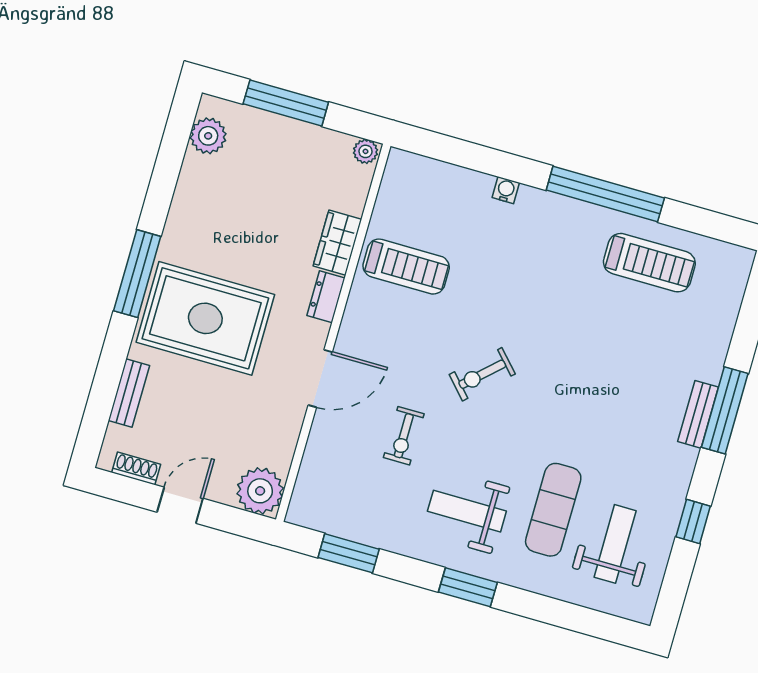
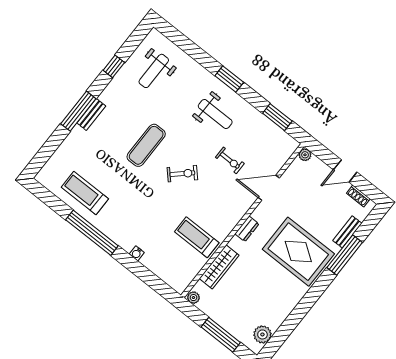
wardrobe: (337, 243) -> (219, 267), width x1.50
window: (137, 274) -> (345, 255), moved
dresser: (326, 297) -> (247, 229), moved
door: (320, 379) -> (269, 188), moved
exercise bike: (404, 436) -> (230, 160), turned 90
plant: (260, 491) -> (305, 155), width x0.53, depth x0.53
exercise mat: (553, 510) -> (146, 145), moved

